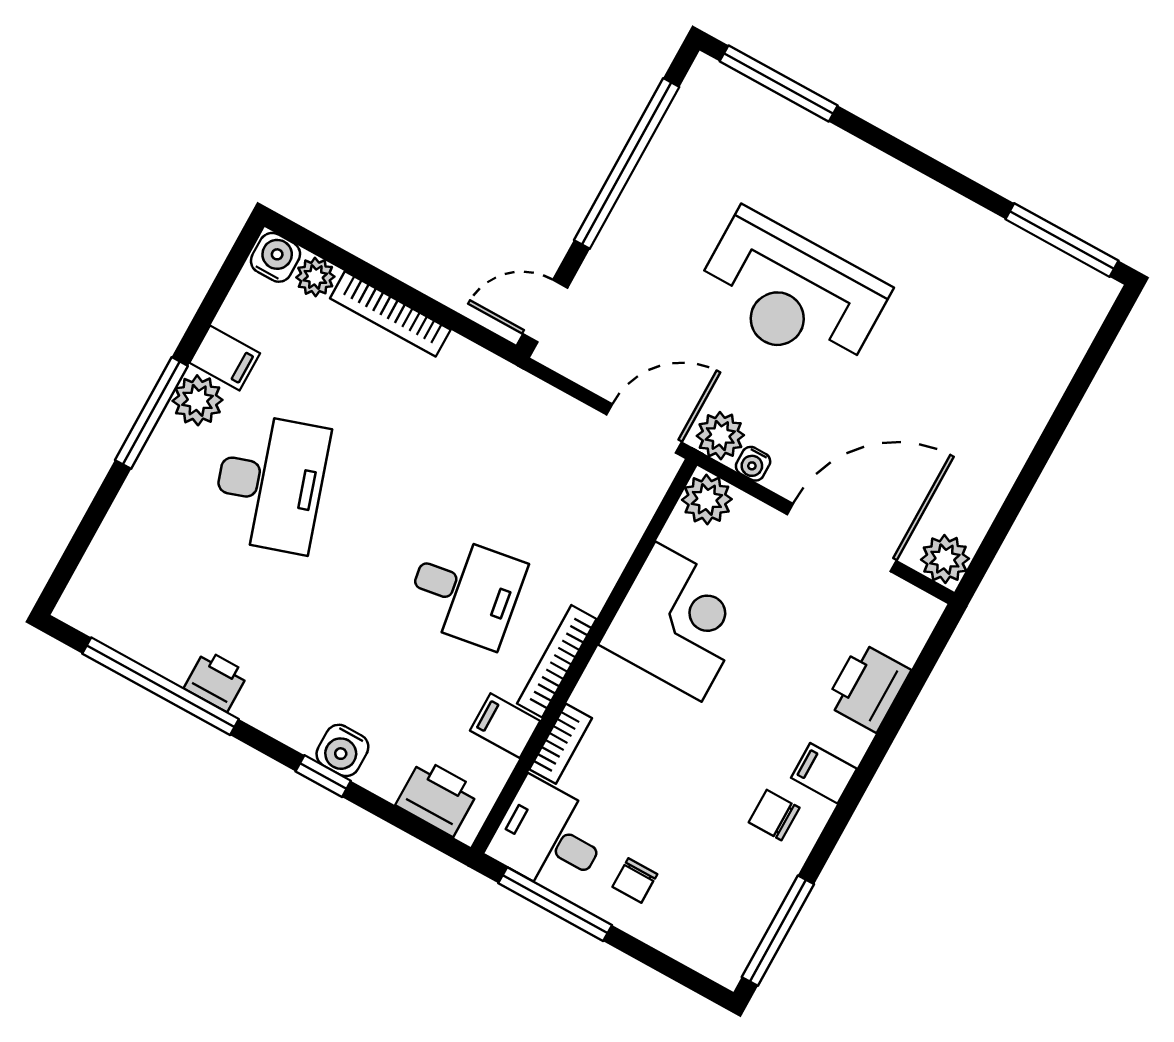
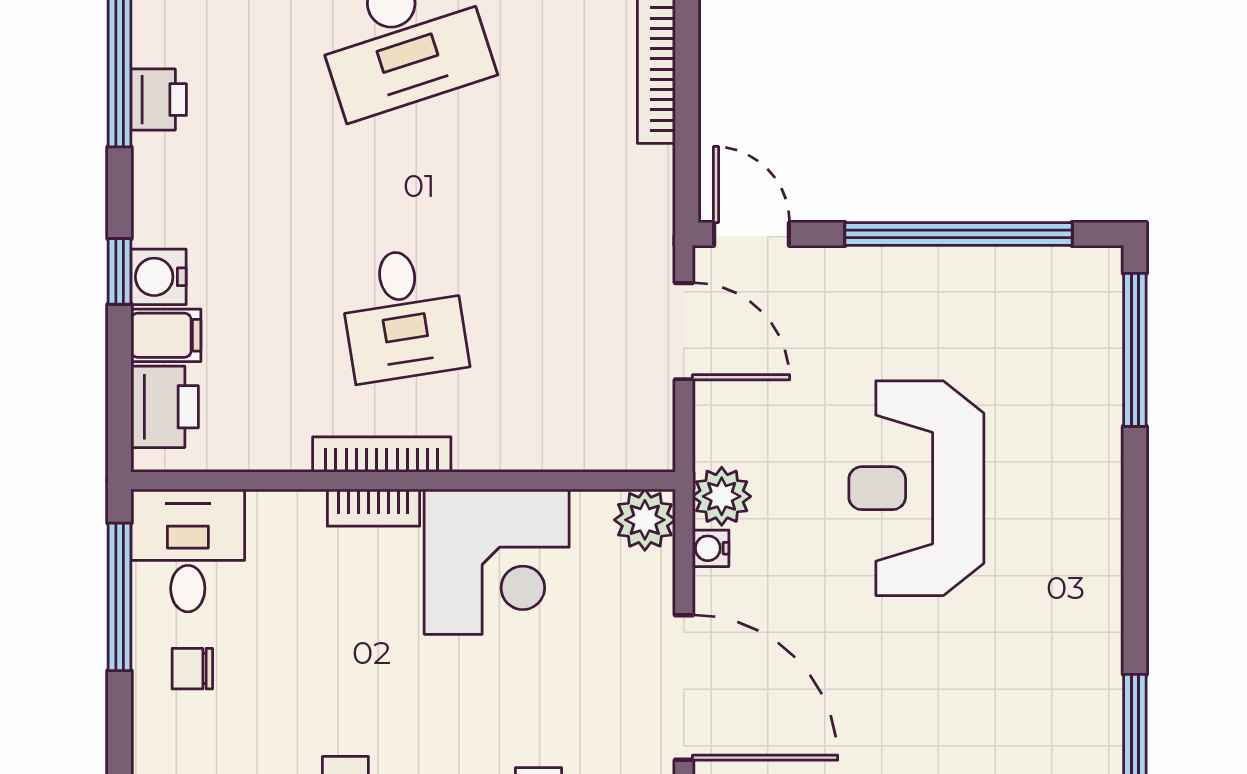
door: (644, 429) -> (684, 331), moved
filing cabinet: (505, 726) -> (166, 335), moved, turned 90
bookcase: (561, 744) -> (373, 508), moved

